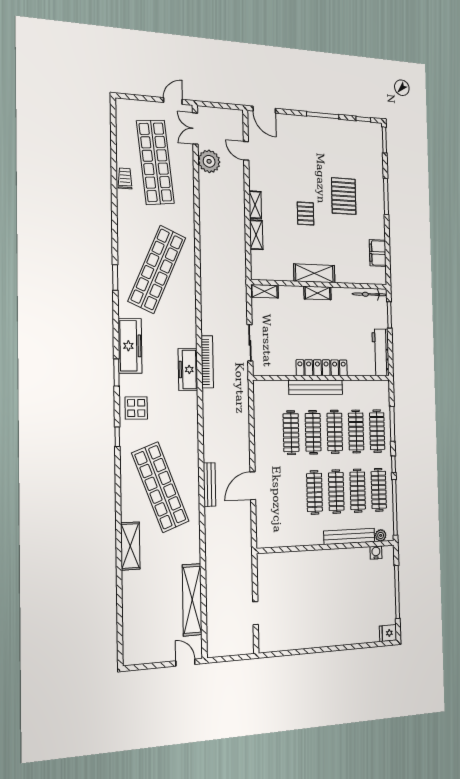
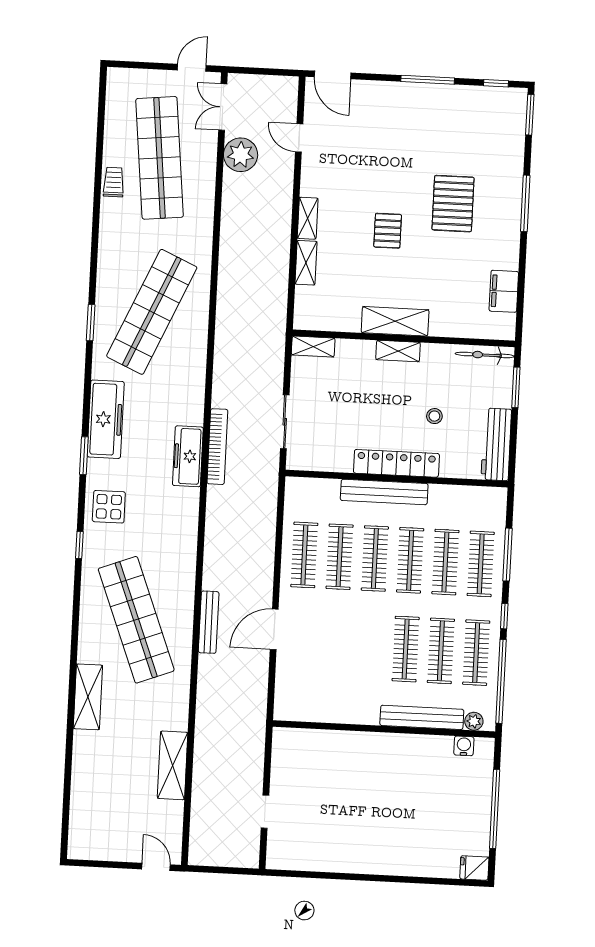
stool: (343, 335) -> (434, 416), added
clothes rail: (314, 492) -> (304, 555), moved
shelving: (192, 600) -> (173, 765), width x0.68

